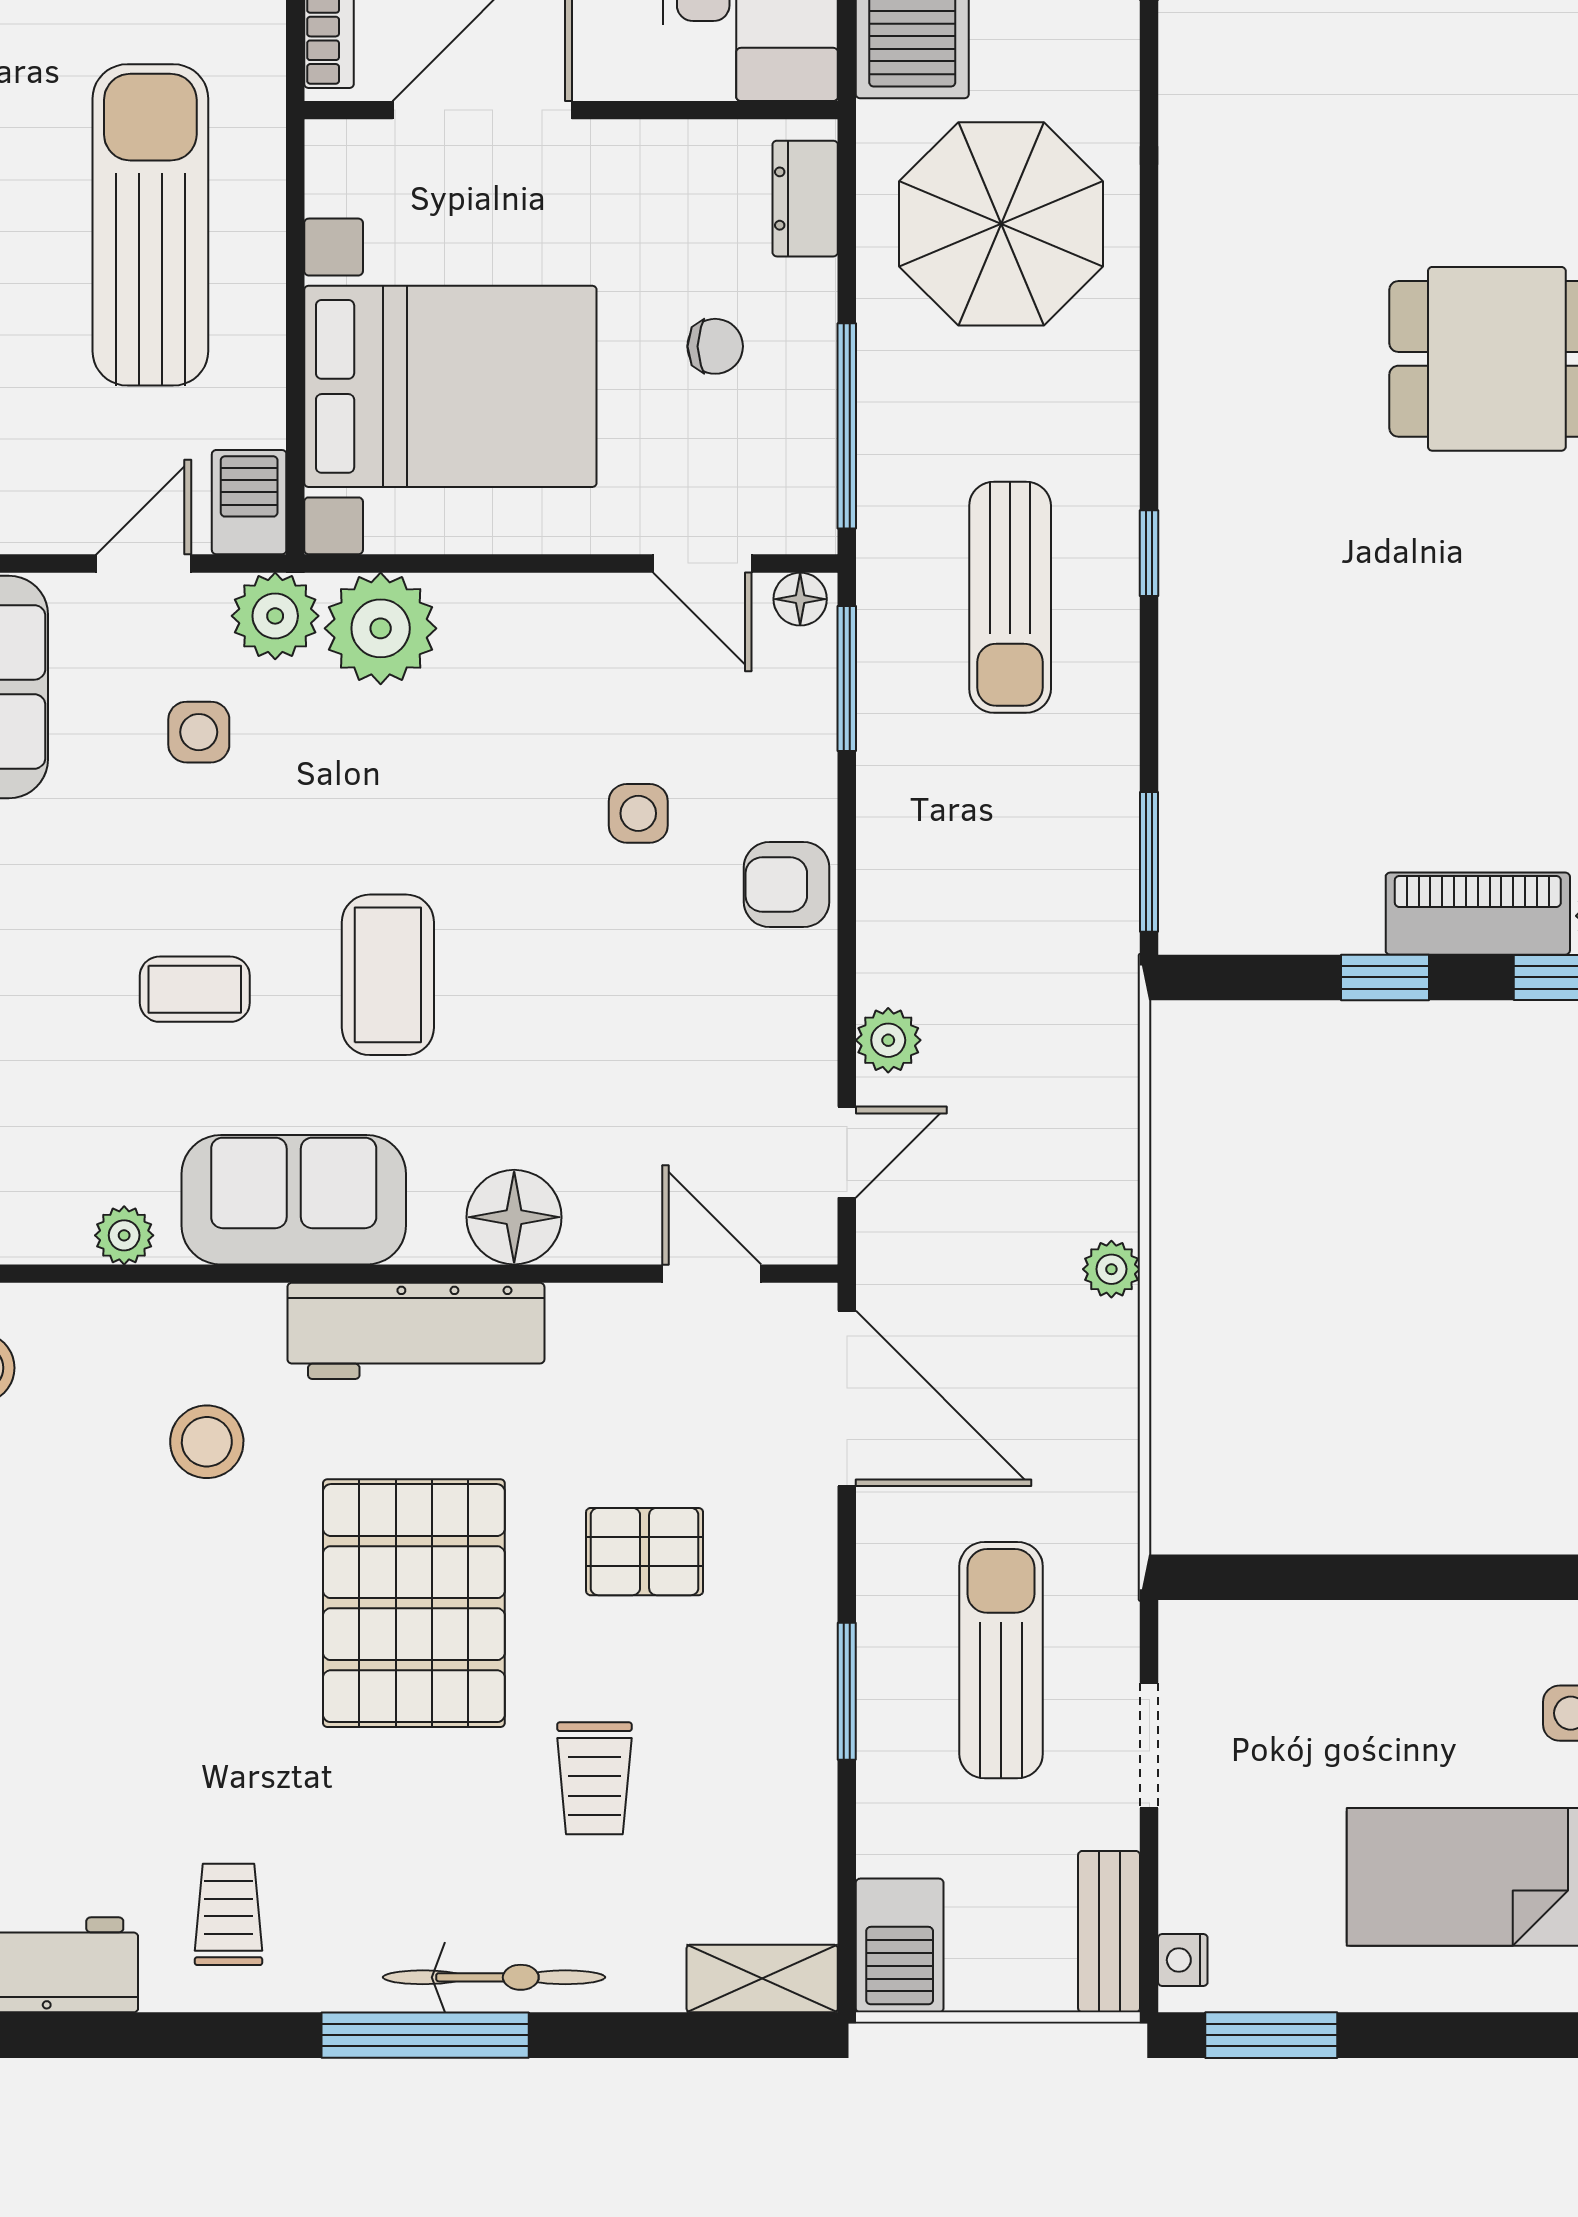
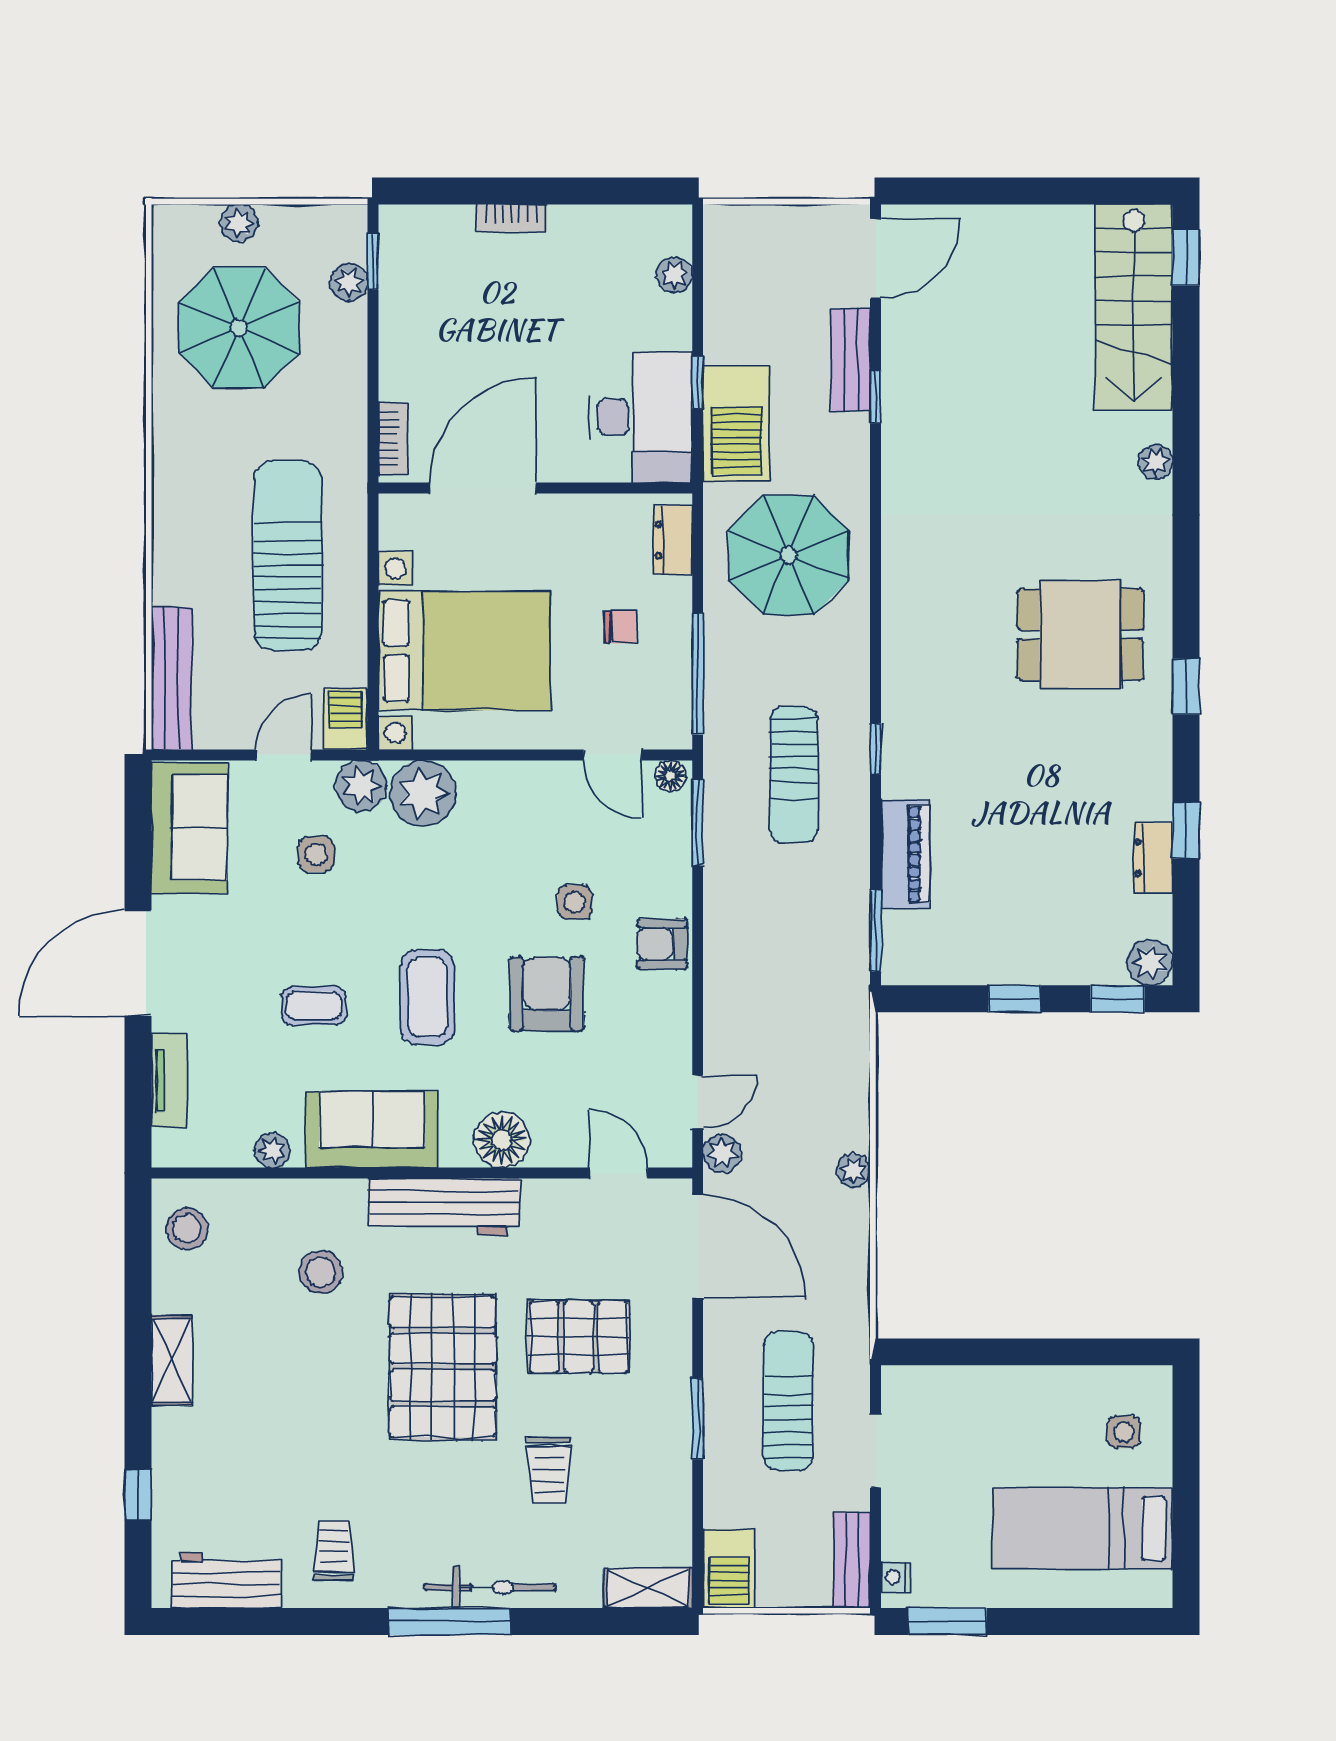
piano: (1478, 914) -> (905, 854), moved, turned 90
armchair: (590, 969) -> (547, 994), added
plant: (888, 1040) -> (722, 1153), moved
pallet: (645, 1552) -> (579, 1337), width x1.50, depth x1.42

